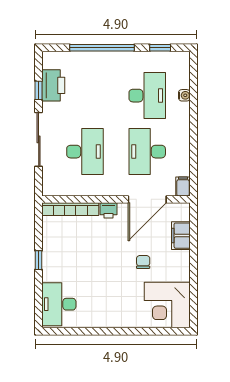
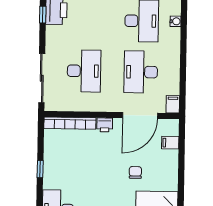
sliding door: (39, 139) -> (42, 78), moved
filing cabinet: (181, 236) -> (170, 143), width x0.50

